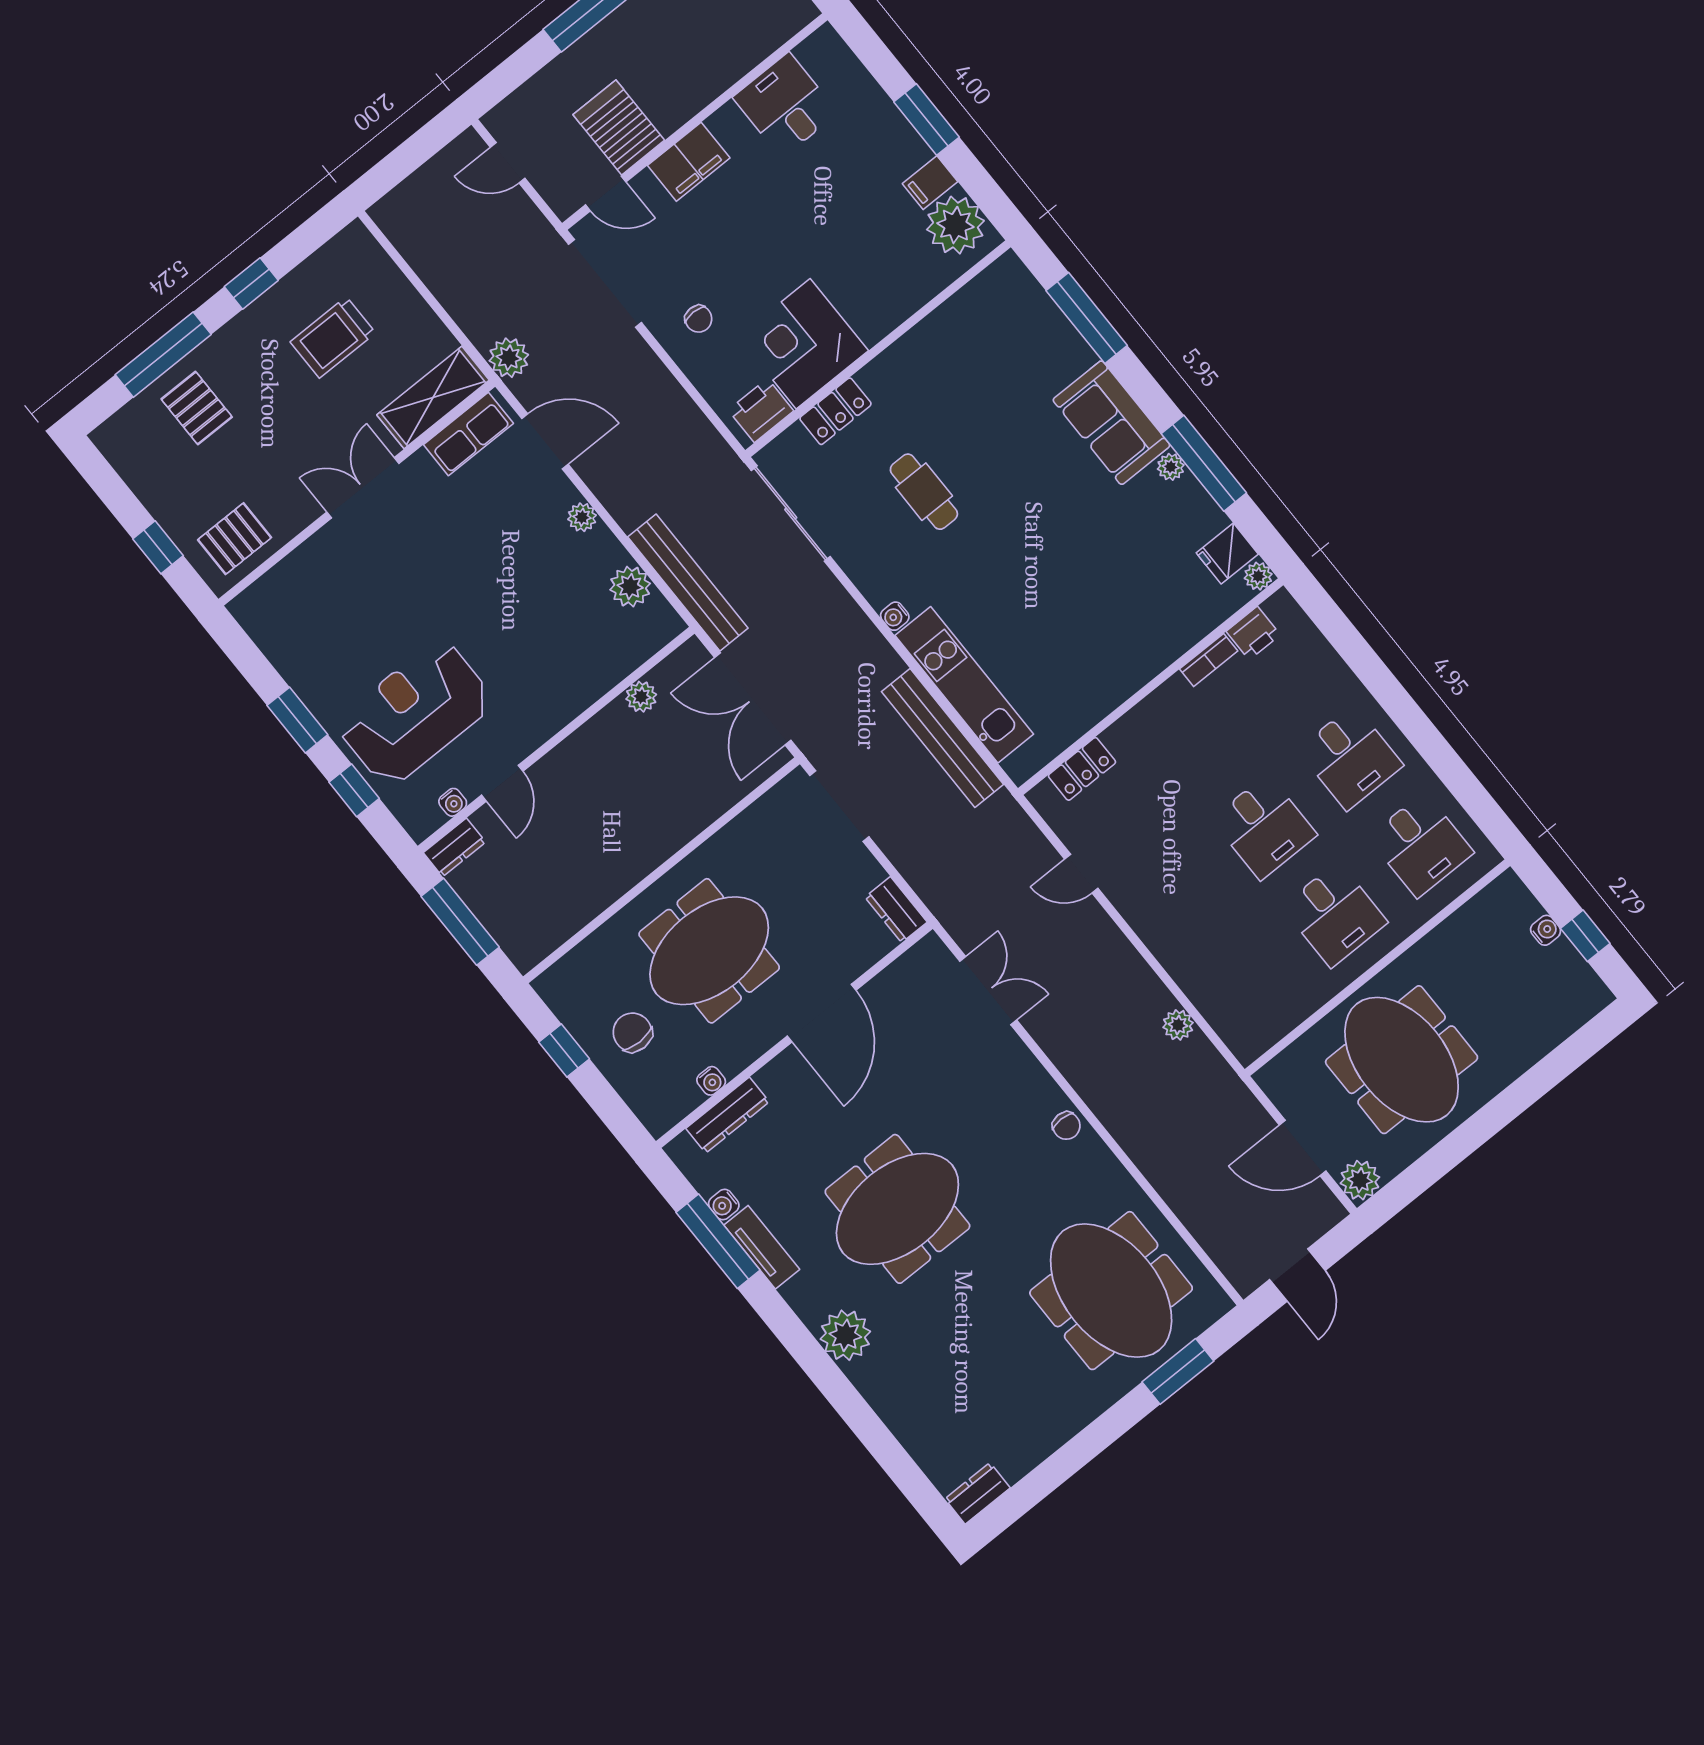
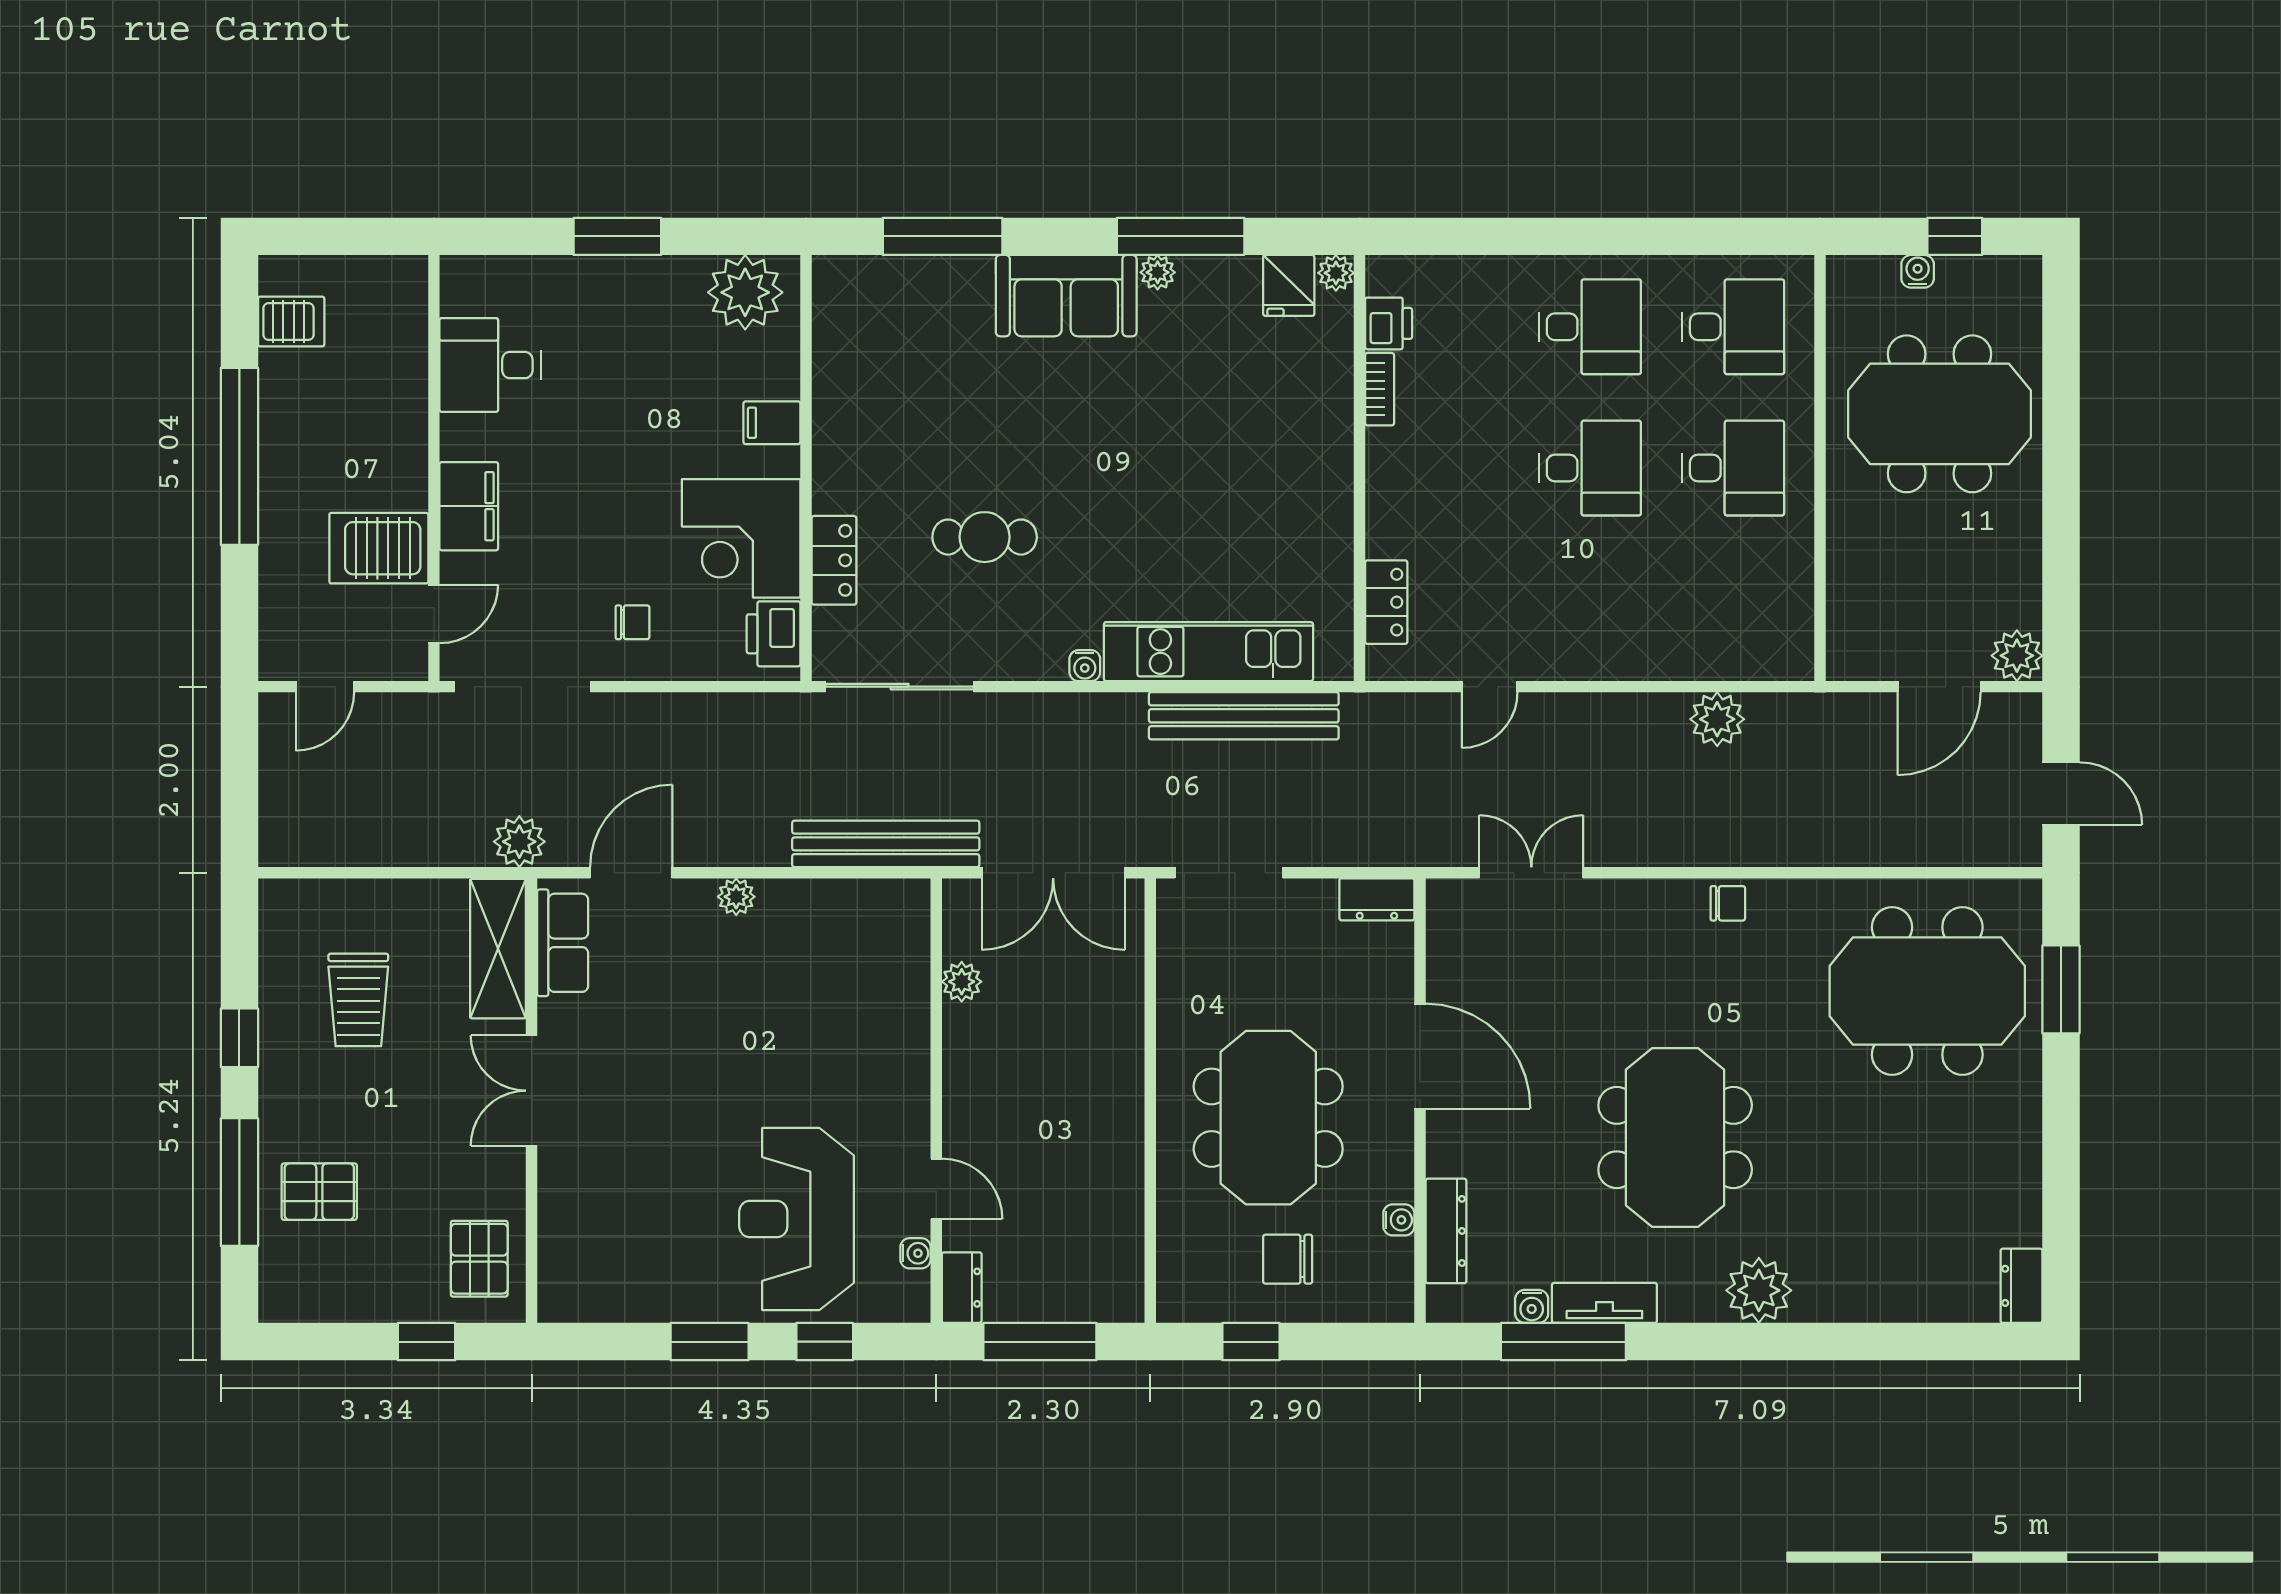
filing cabinet: (930, 183) -> (772, 423), moved, turned 90
plant: (630, 587) -> (844, 904), removed
plant: (1178, 1025) -> (1717, 719), width x1.38, depth x1.38
meeting table: (1402, 1060) -> (1939, 414), moved

